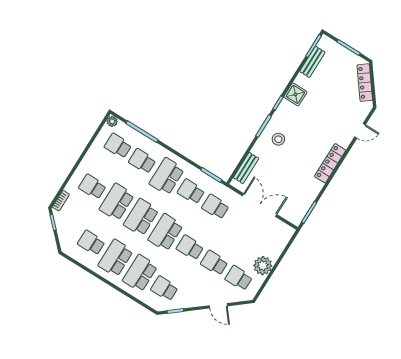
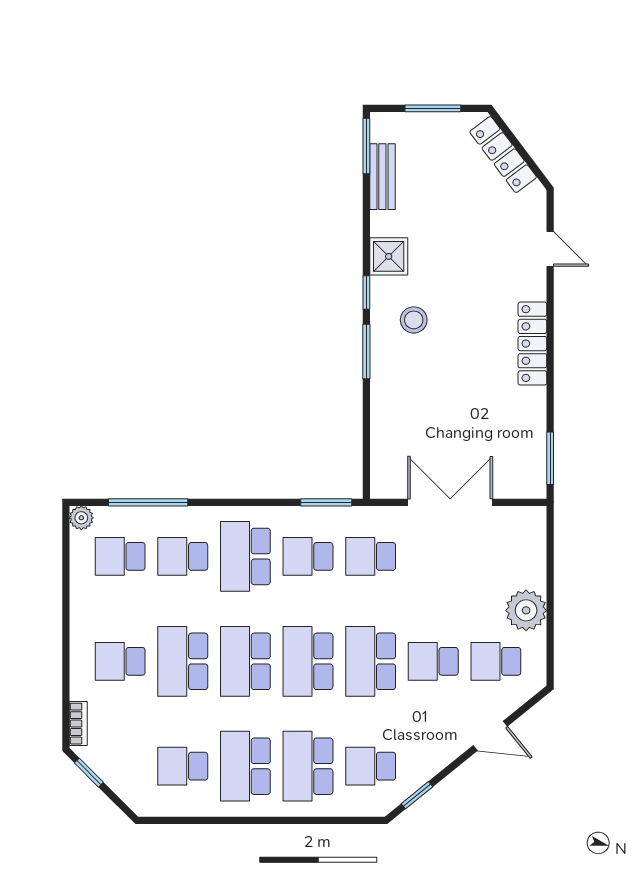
door: (360, 131) -> (550, 249), hinge flipped
stool: (278, 139) -> (414, 320), moved
bench: (246, 168) -> (382, 449), removed
school desk: (190, 248) -> (371, 661), width x1.85

